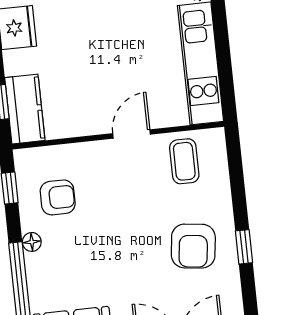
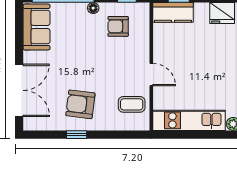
armchair: (58, 197) -> (118, 26), turned 90

